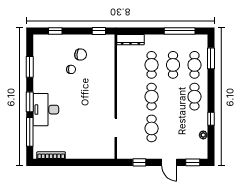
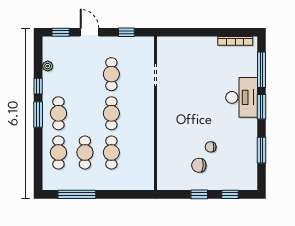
window: (99, 31) -> (199, 194), moved
dresser: (130, 40) -> (137, 184), removed
window: (211, 58) -> (38, 114), moved

